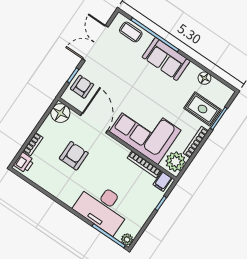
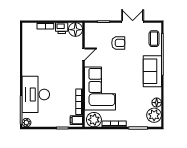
double door: (95, 43) -> (133, 22), width x0.73
armchair: (82, 87) -> (118, 43), moved
plant: (217, 91) -> (154, 115), added
rug: (203, 109) -> (137, 114), removed
door: (94, 123) -> (83, 54), width x0.53
armchair: (74, 156) -> (55, 55), removed
printer: (24, 163) -> (62, 28), moved

